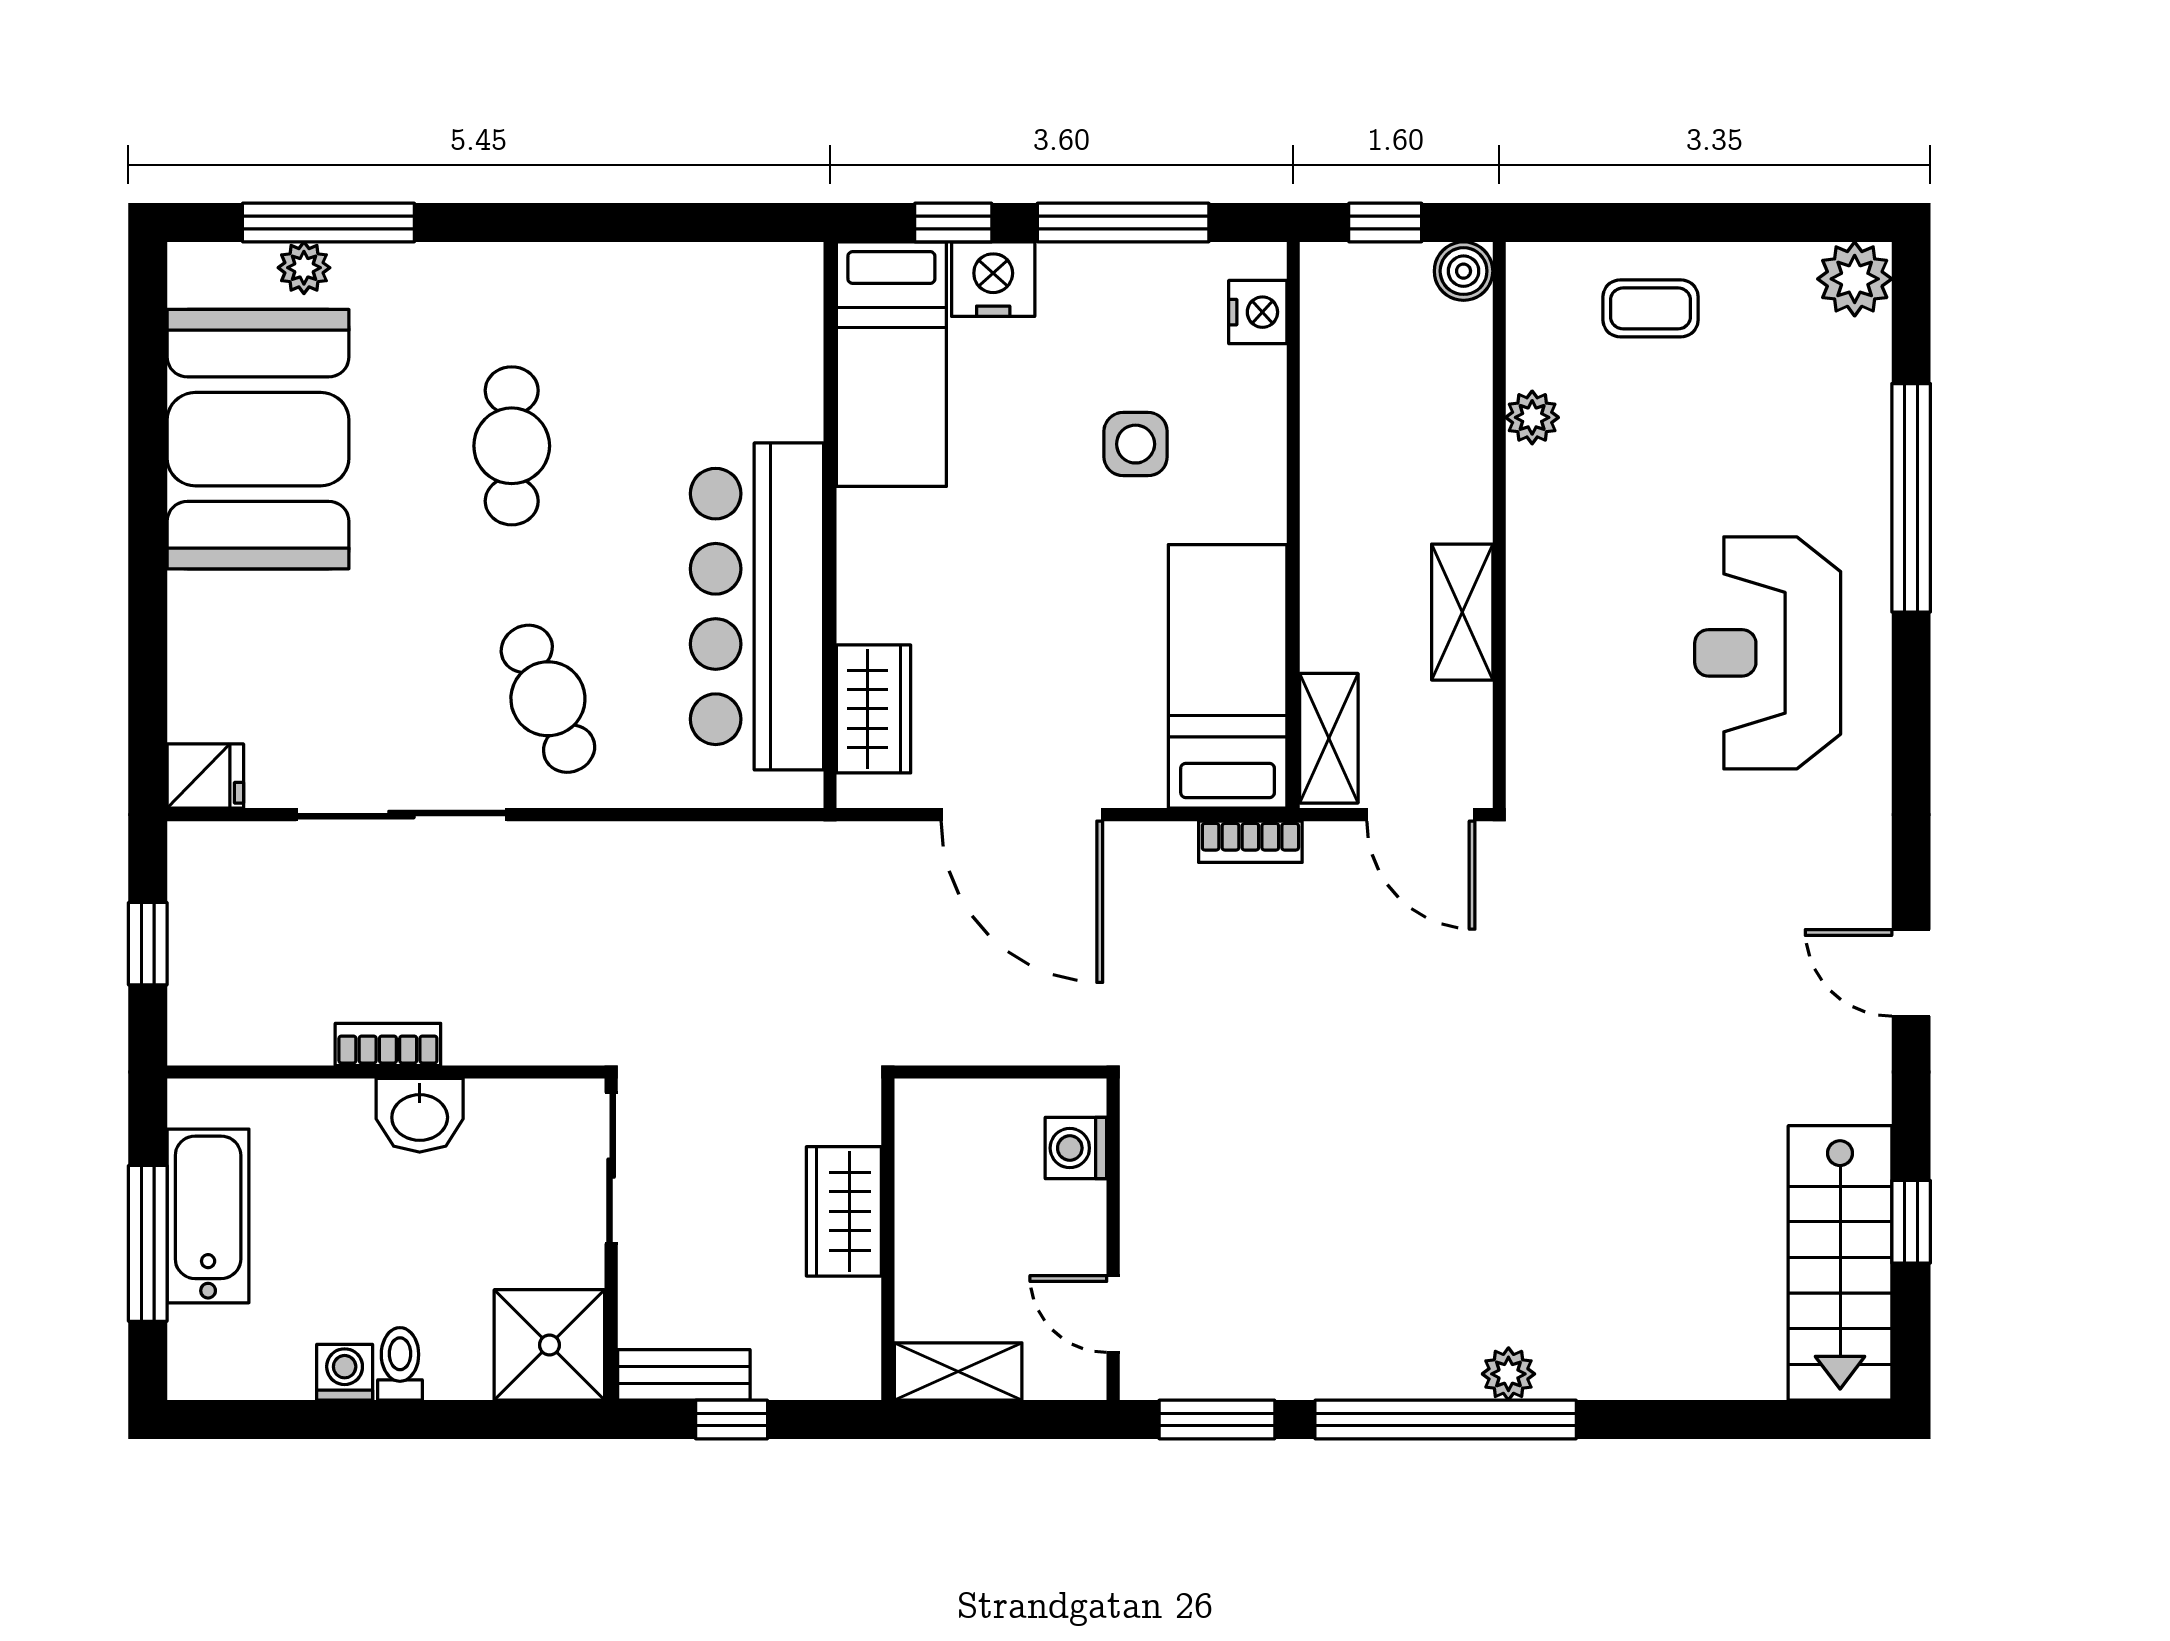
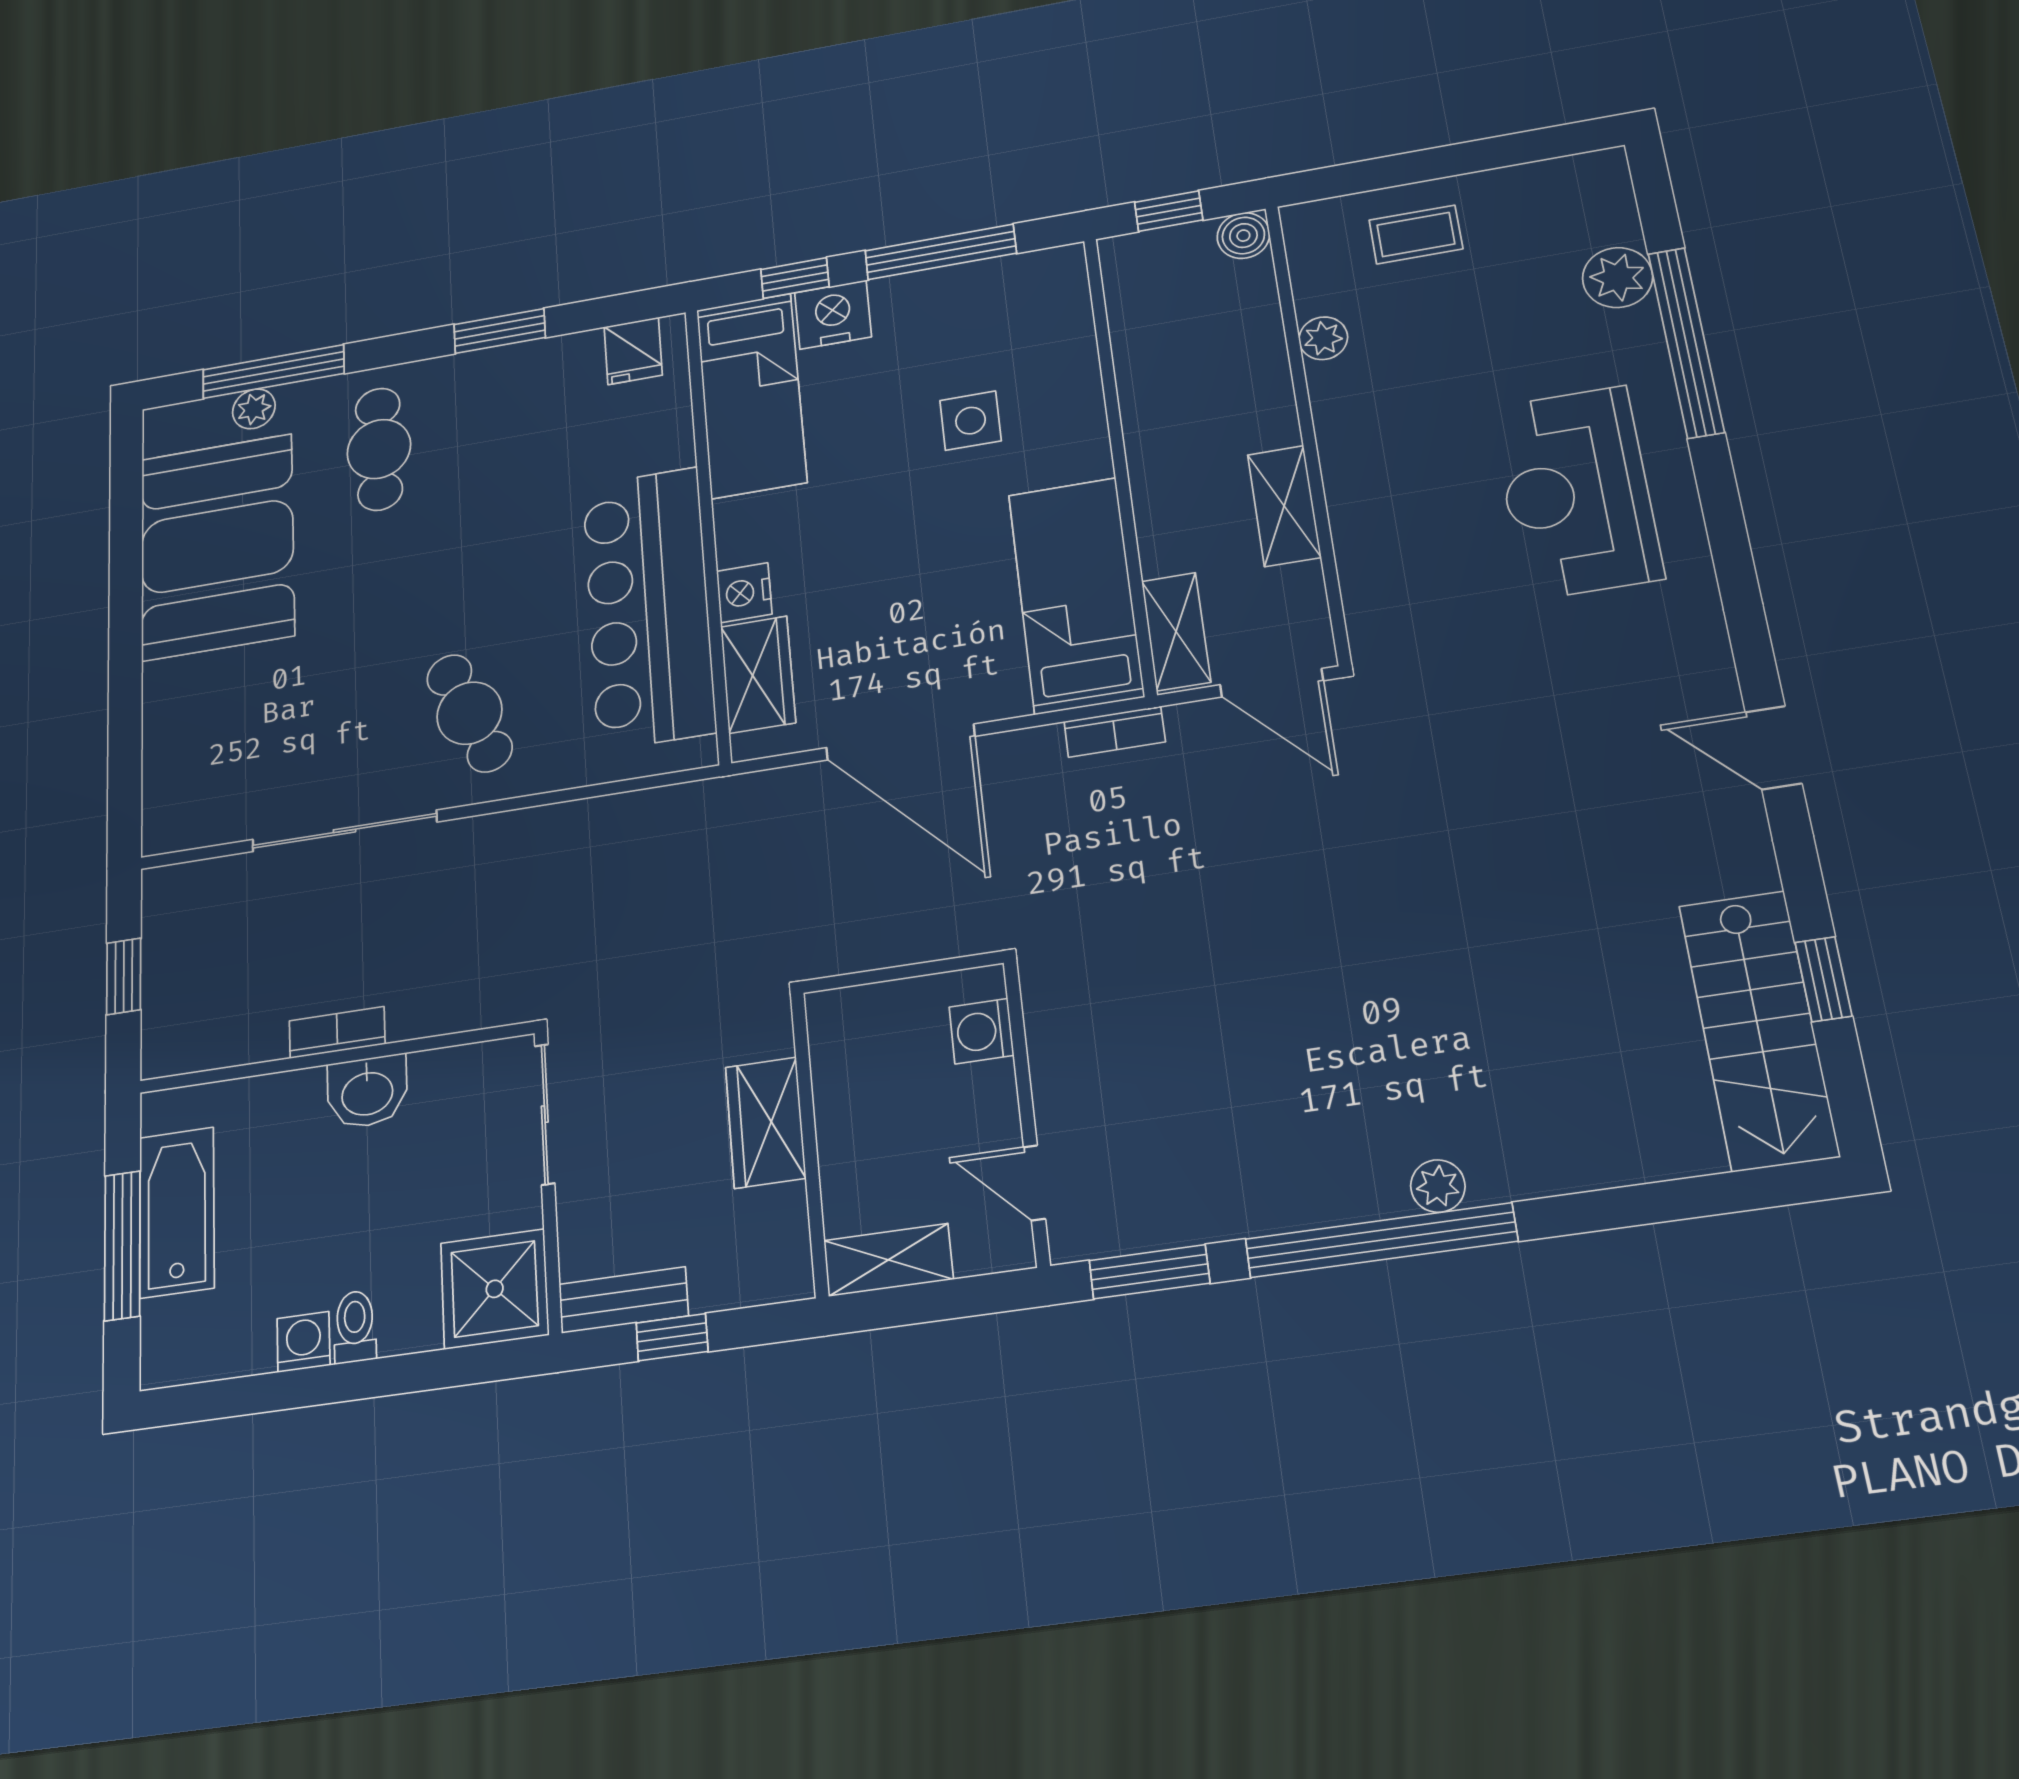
window: (603, 223) -> (500, 331), added
plant: (1855, 279) -> (1618, 278), moved
nightstand: (1258, 312) -> (744, 593), moved, turned 180
cafe table: (512, 446) -> (379, 449), moved
fridge: (205, 776) -> (633, 351), moved, turned 90

